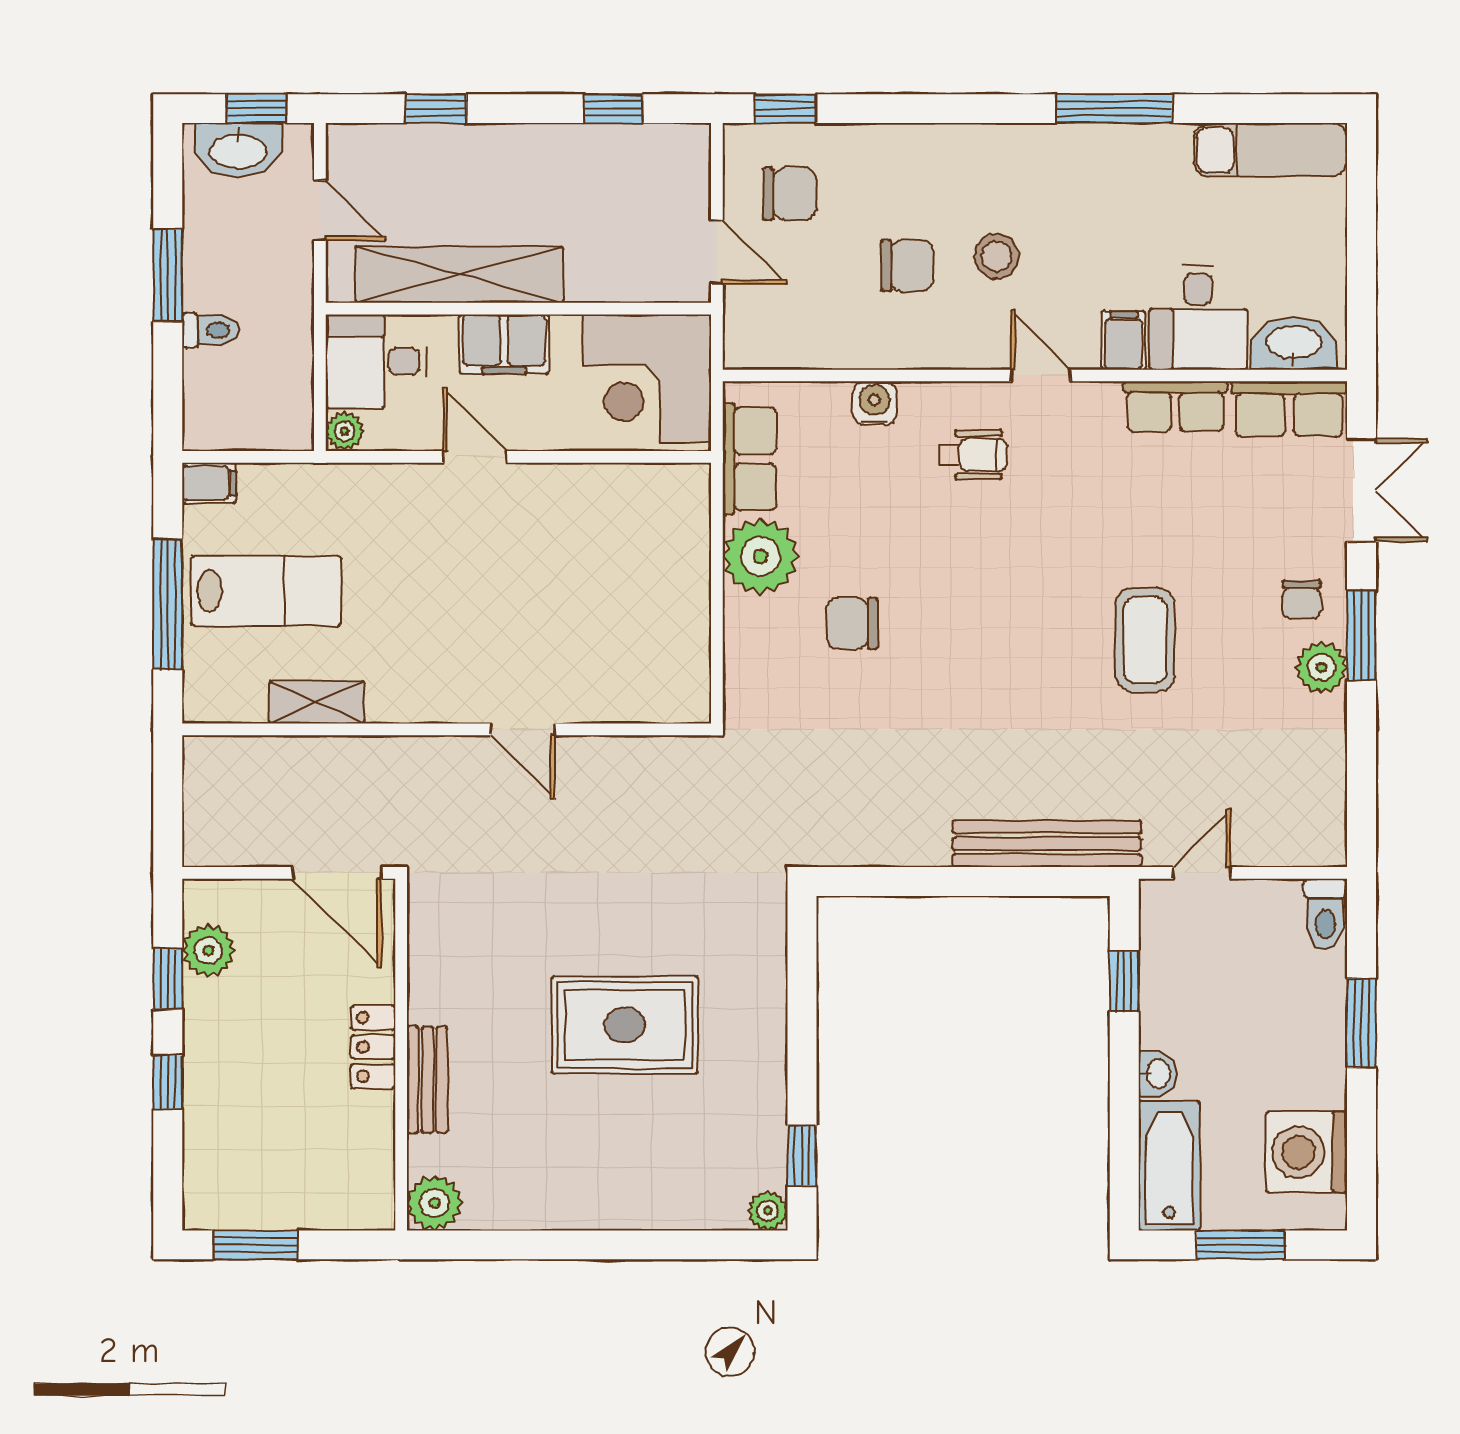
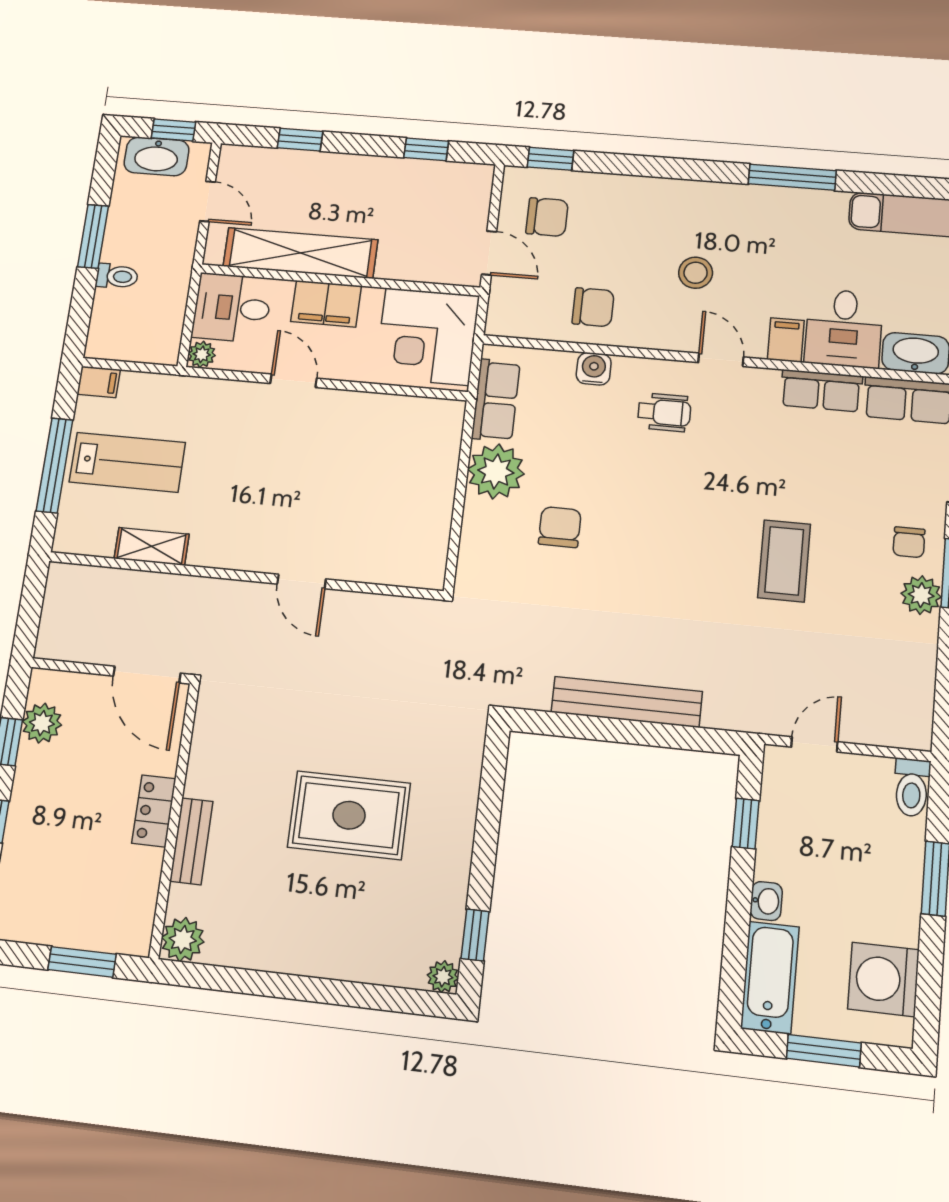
chair: (907, 266) -> (593, 307), moved
chair: (852, 623) -> (560, 527), turned 90
bench: (1047, 844) -> (627, 702), moved
window: (256, 1245) -> (82, 962), moved

